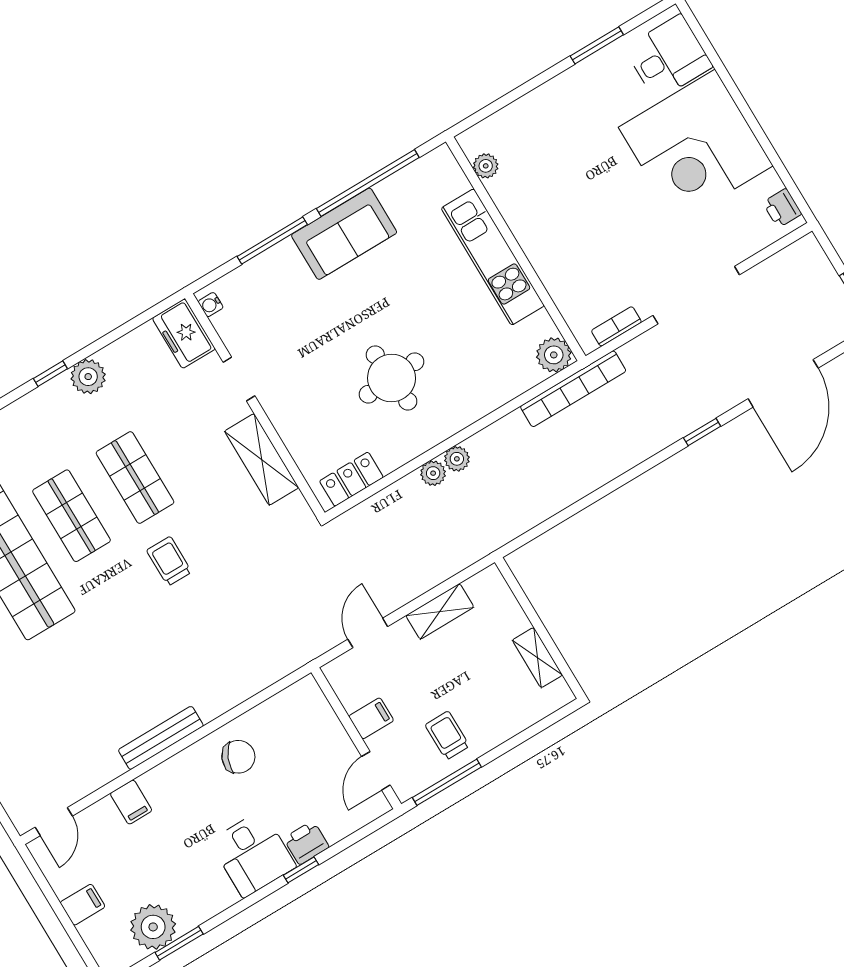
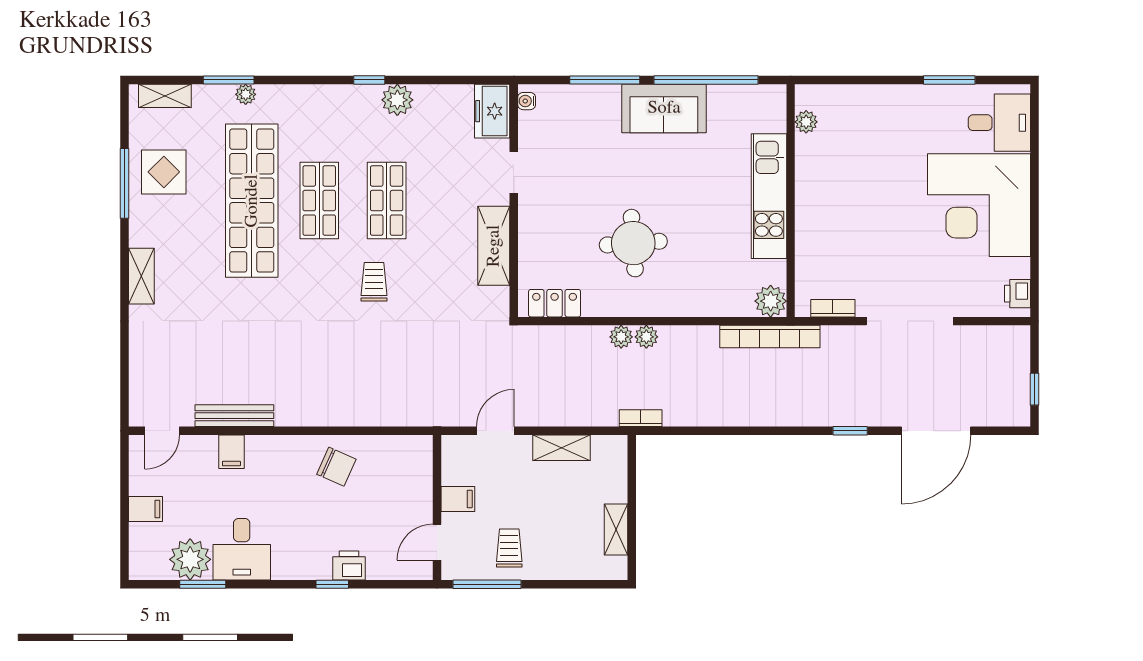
bookcase: (498, 539) -> (641, 418), added
bench: (161, 738) -> (234, 416), moved
desk: (253, 854) -> (242, 549), moved

